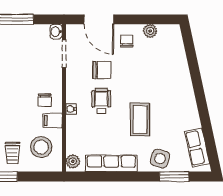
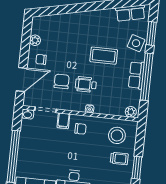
filing cabinet: (52, 121) -> (63, 121), moved
row of seats: (111, 163) -> (136, 75), width x0.68
window: (119, 177) -> (147, 77), added

